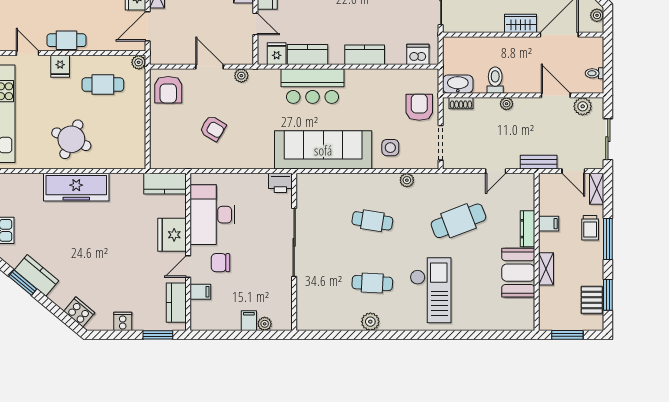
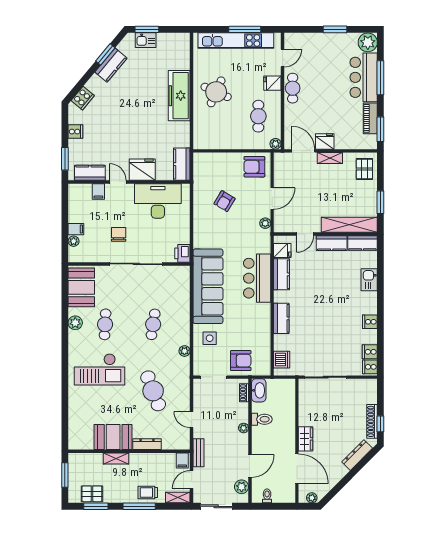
filing cabinet: (549, 224) -> (182, 461), moved
chair: (220, 263) -> (119, 234), moved
booth: (324, 314) -> (81, 287), added

